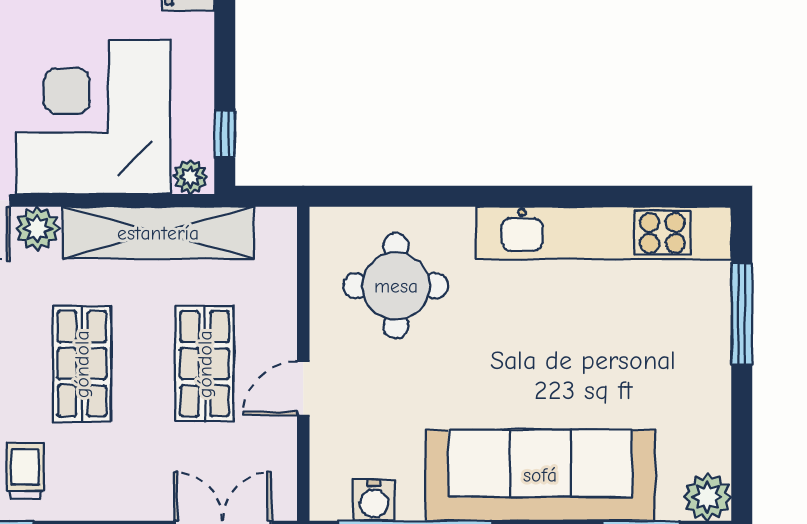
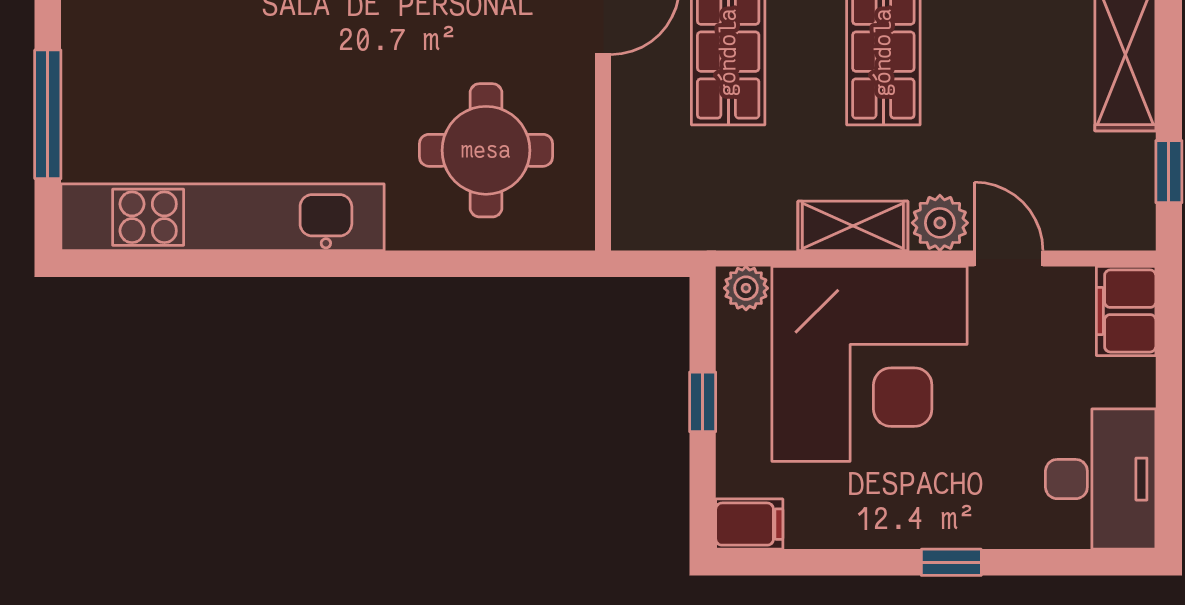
window: (225, 134) -> (703, 402), moved
shelving: (158, 233) -> (853, 226), width x0.45, depth x0.75

